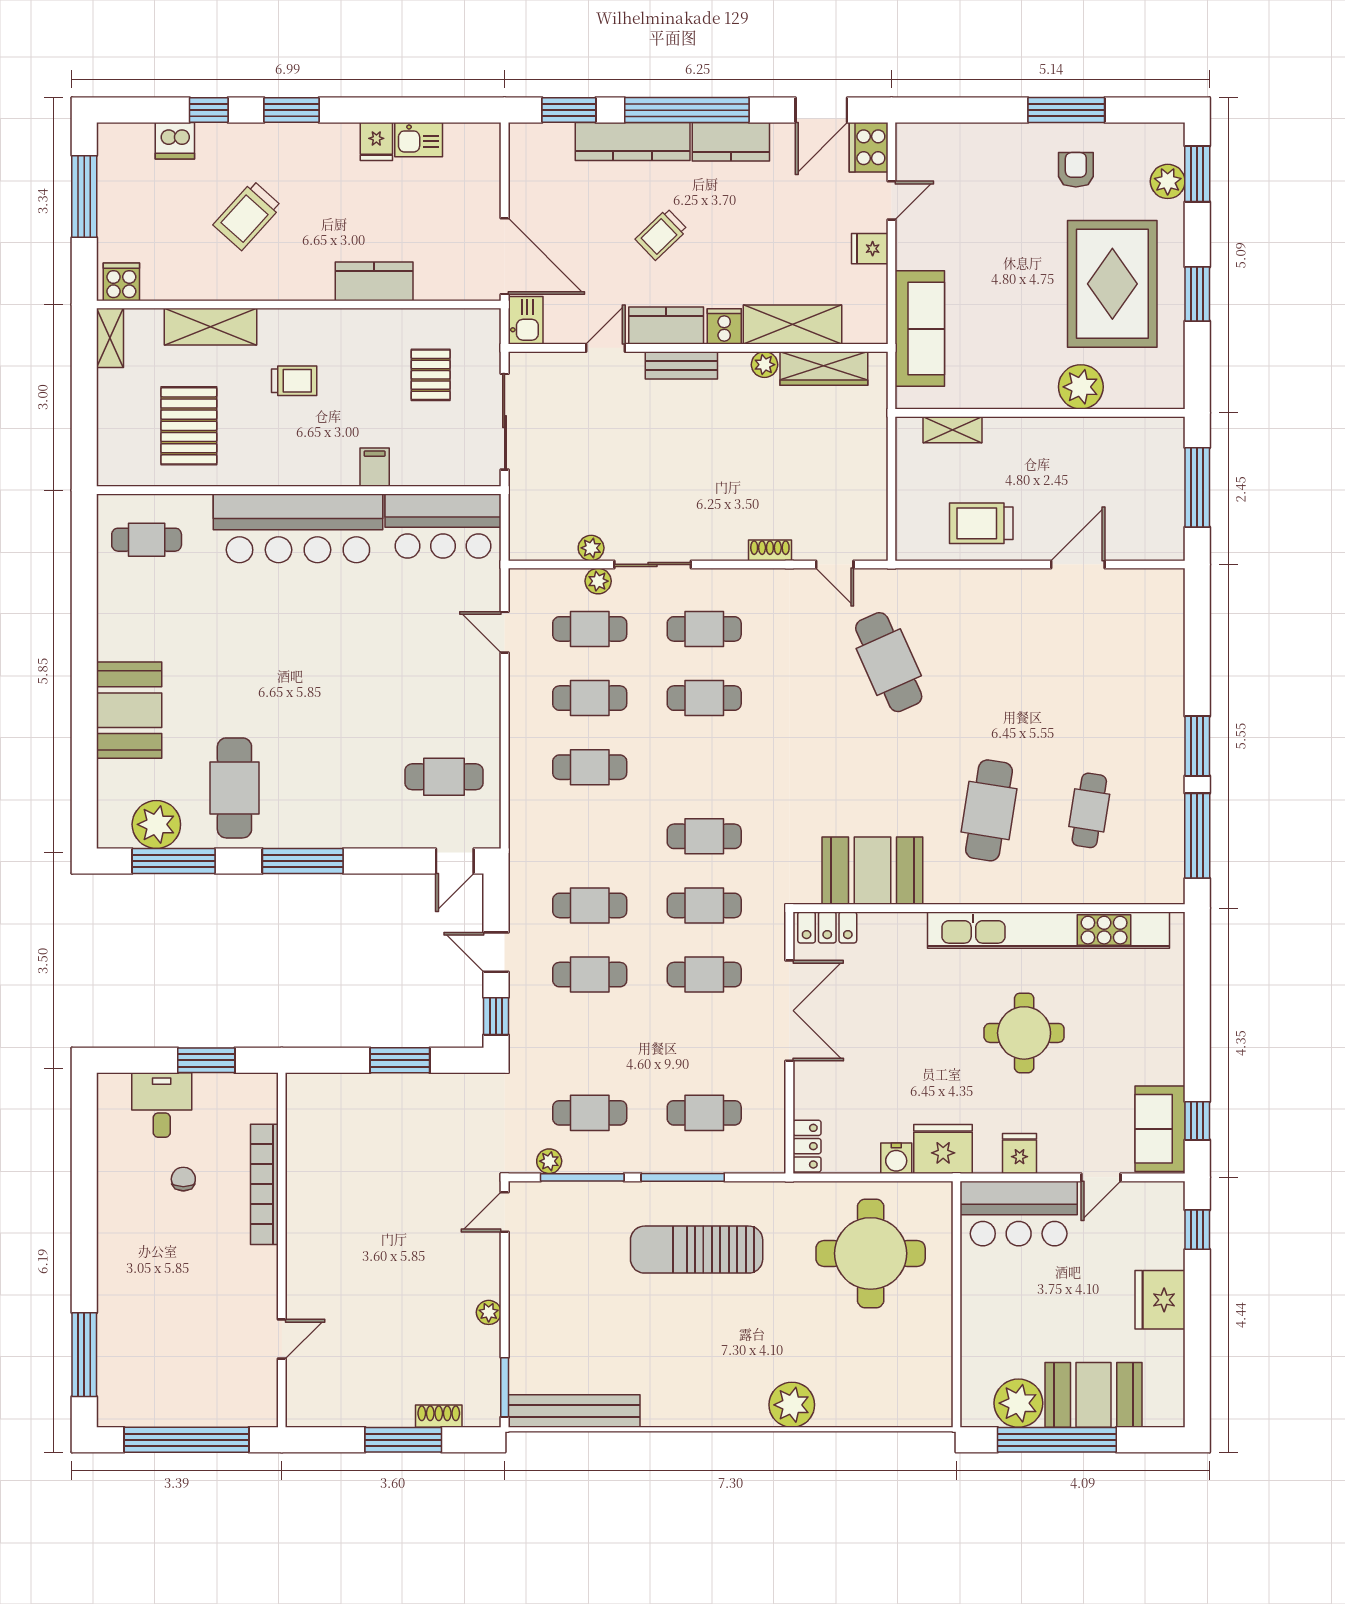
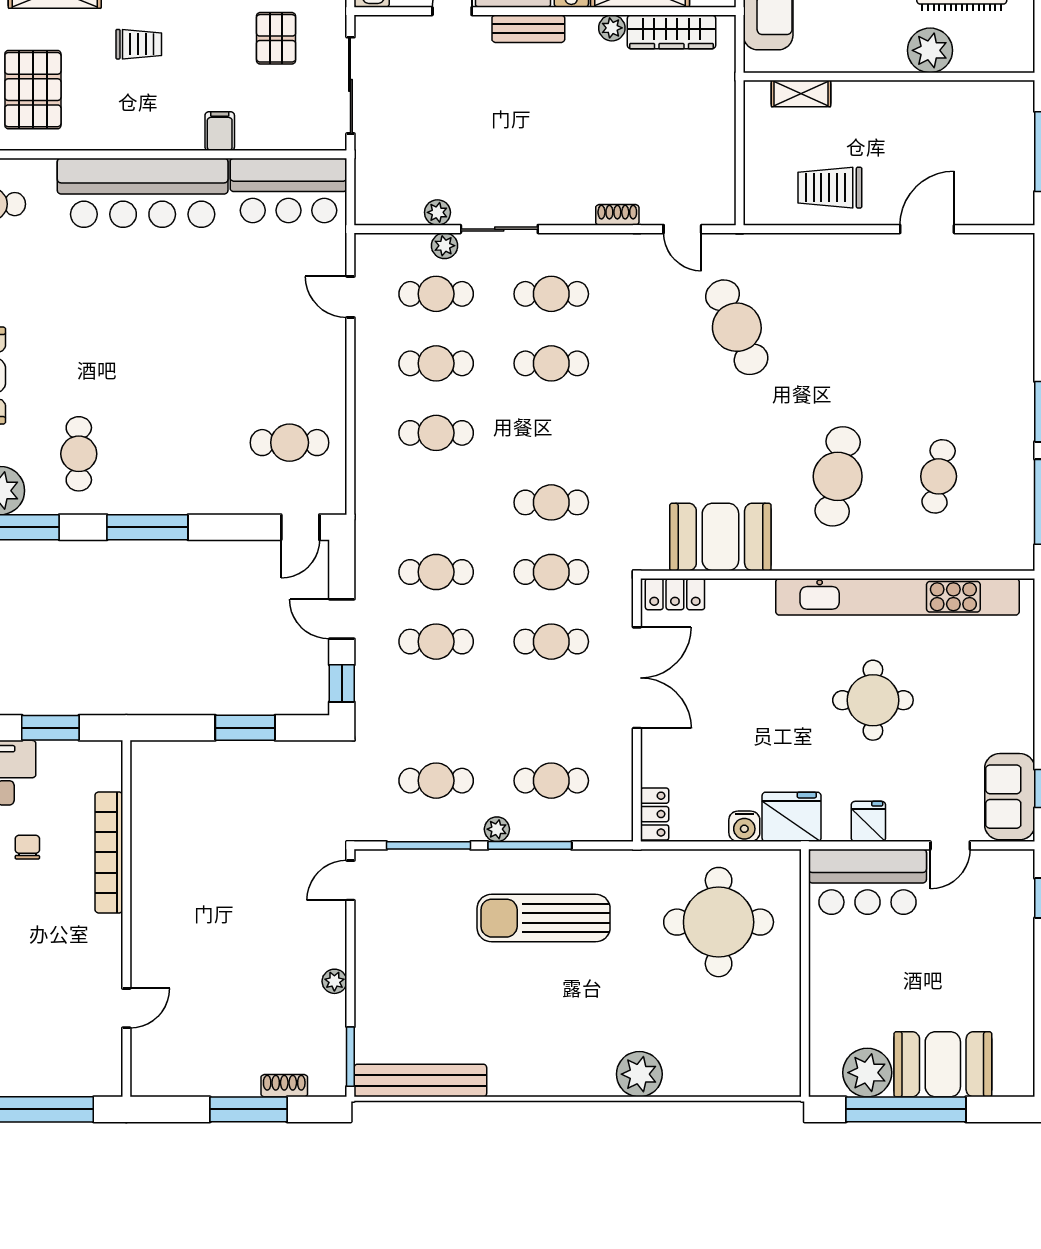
cafe table: (234, 788) -> (79, 454), width x0.73, depth x0.74
plant: (549, 1161) -> (497, 829), moved
fridge: (1160, 1300) -> (1010, 969), removed

